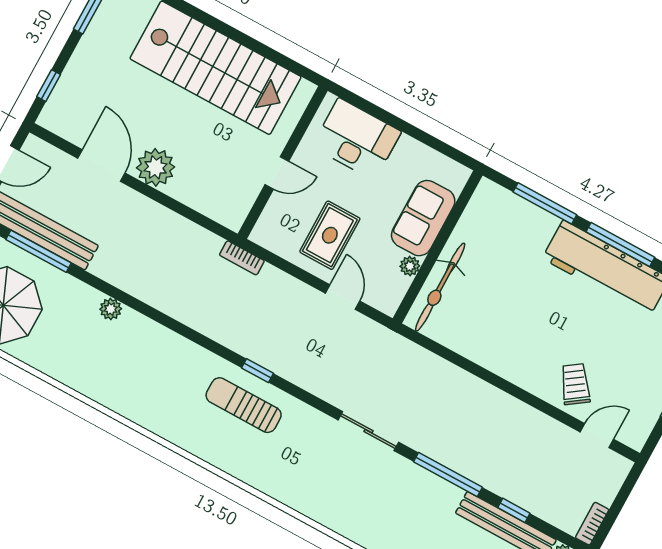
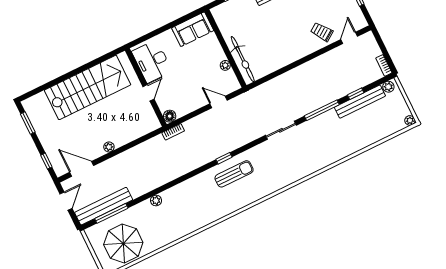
desk: (357, 139) -> (152, 61), moved, turned -90
door: (101, 166) -> (82, 169), moved
plant: (156, 167) -> (109, 147), width x0.53, depth x0.53
sofa: (423, 218) -> (193, 29), moved, turned -90
floor lamp: (263, 234) -> (170, 116), added
rug: (330, 235) -> (189, 89), removed
sun lounger: (244, 405) -> (234, 174), turned 180

